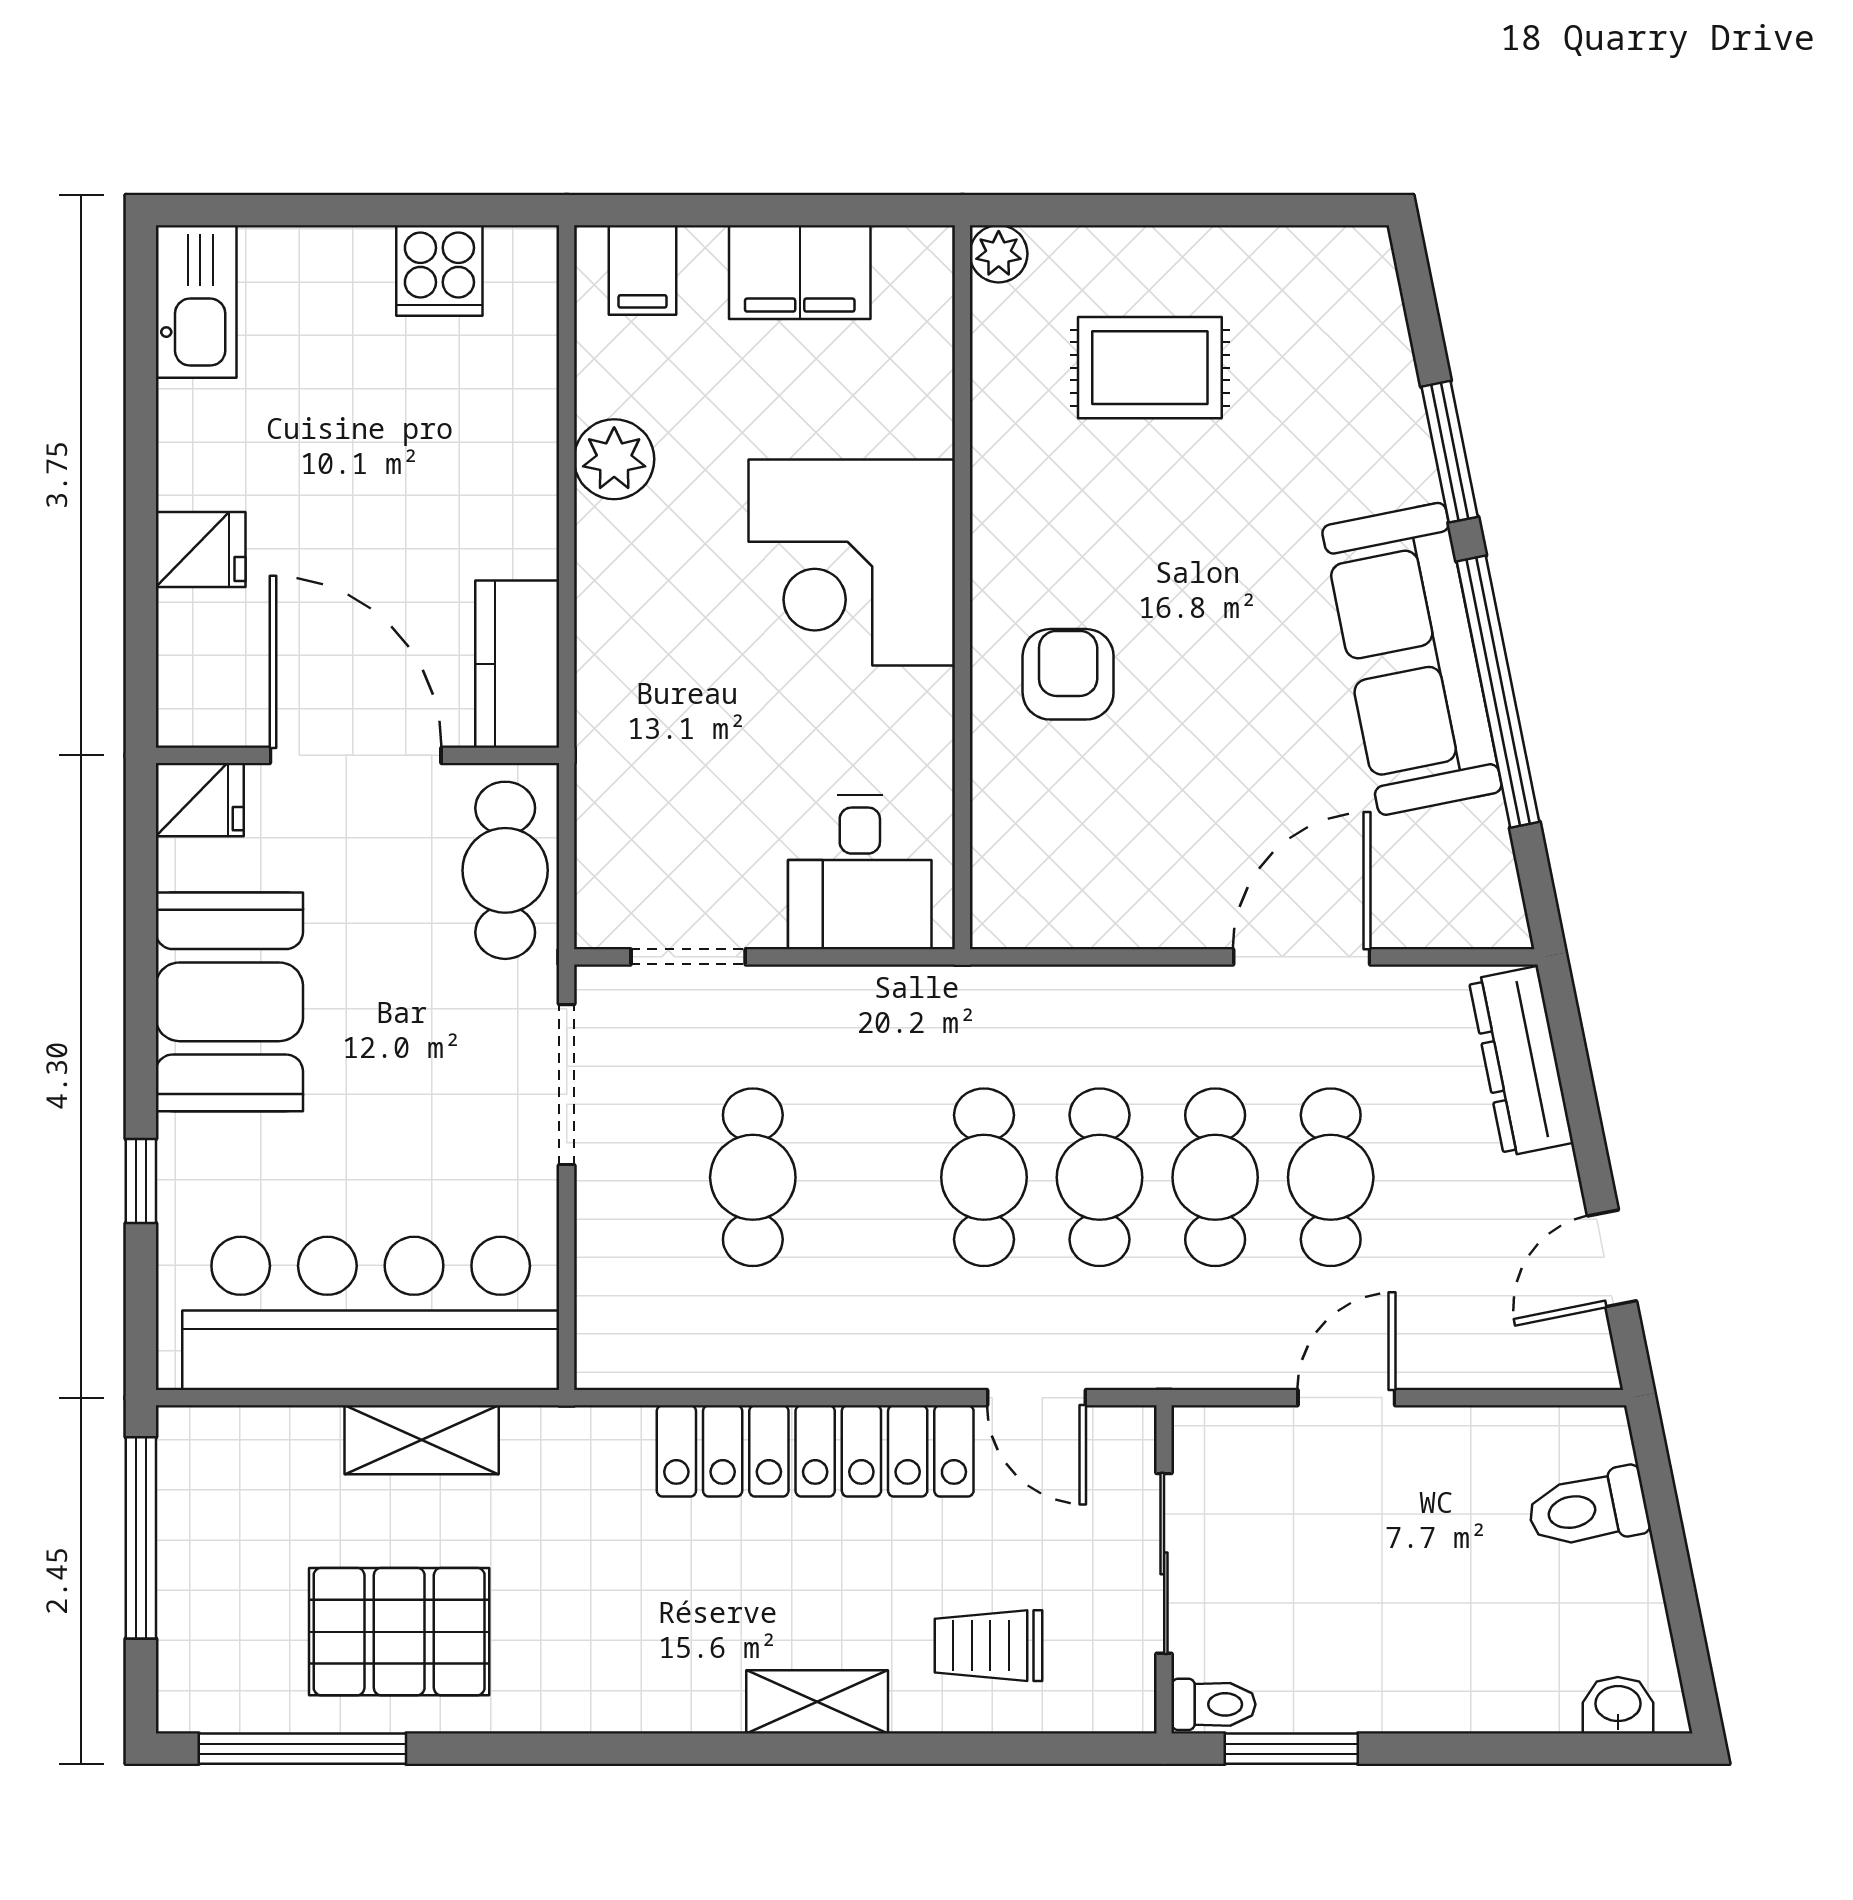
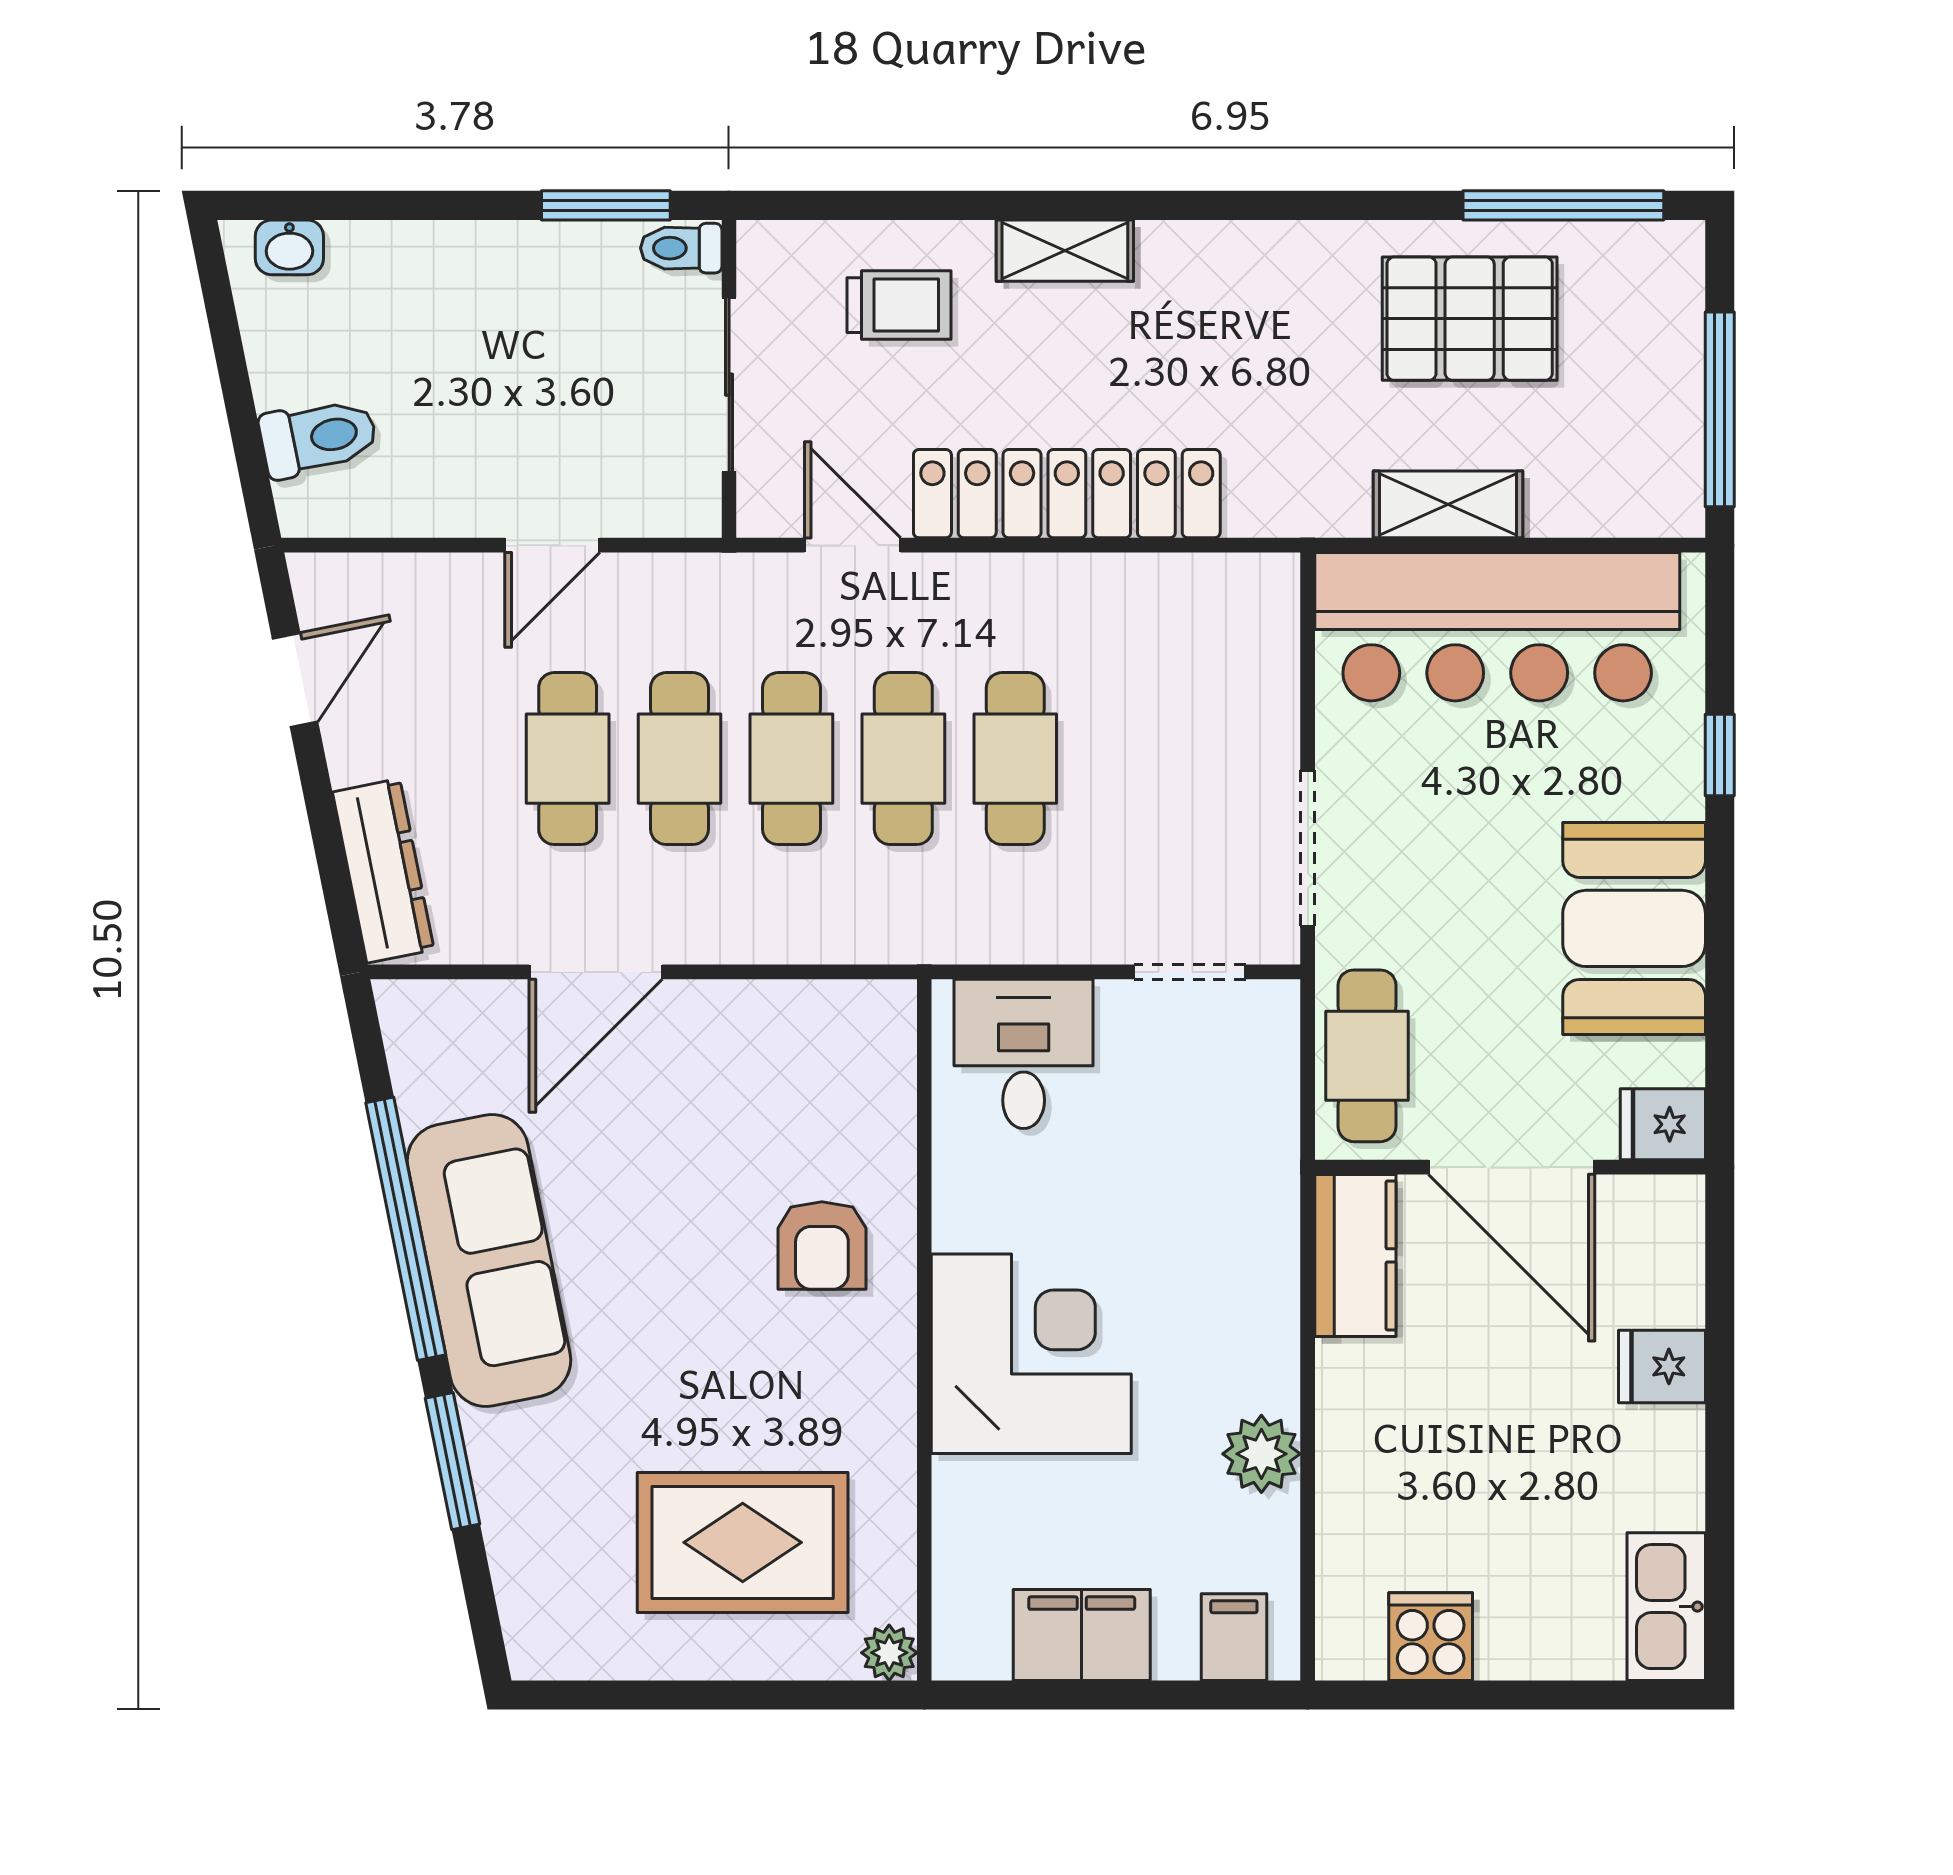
rug: (1150, 368) -> (743, 1542), width x1.36, depth x1.43
cafe table: (753, 1177) -> (1015, 759), moved

